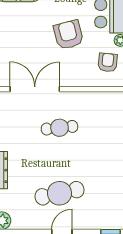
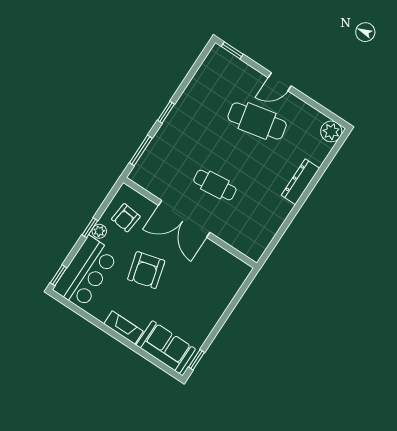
double door: (35, 89) -> (184, 219), moved

